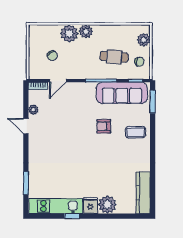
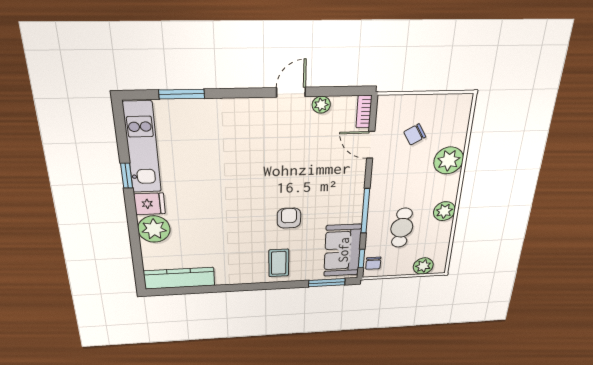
plant: (86, 31) -> (444, 211), moved
chair: (139, 62) -> (373, 263), moved
sofa: (122, 93) -> (343, 250), width x0.73

